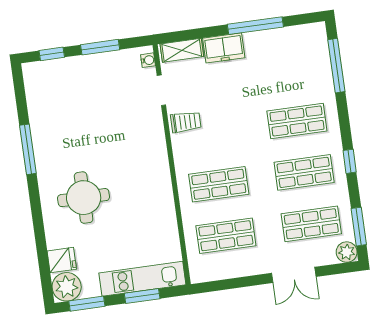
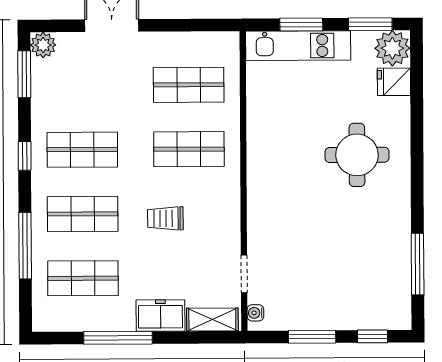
window: (336, 66) -> (25, 246), moved
trolley: (186, 122) -> (165, 218), moved
window: (28, 149) -> (418, 264), moved
shop shelf: (311, 224) -> (83, 278), moved

